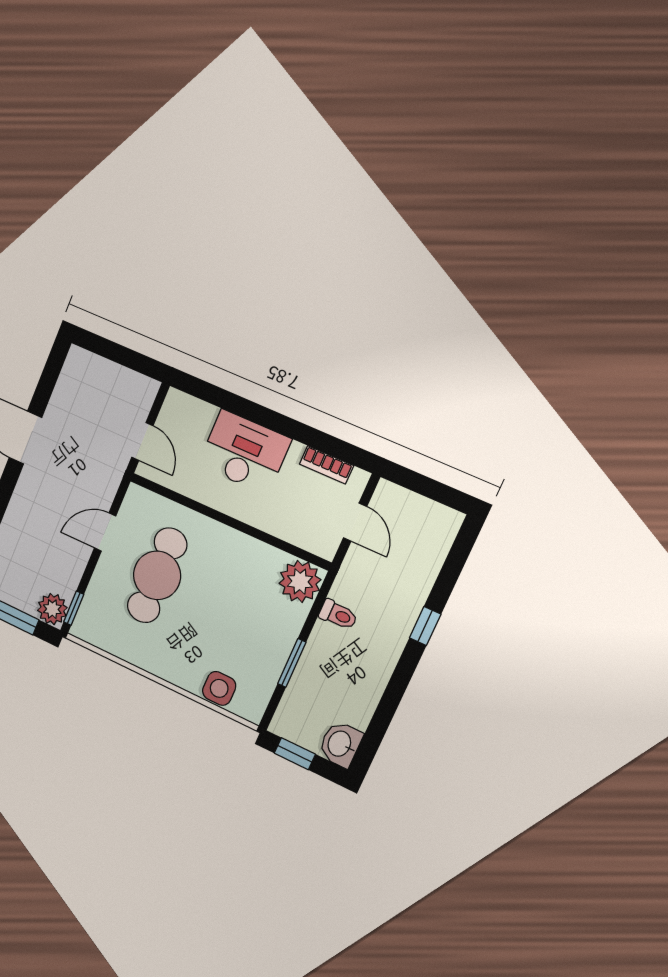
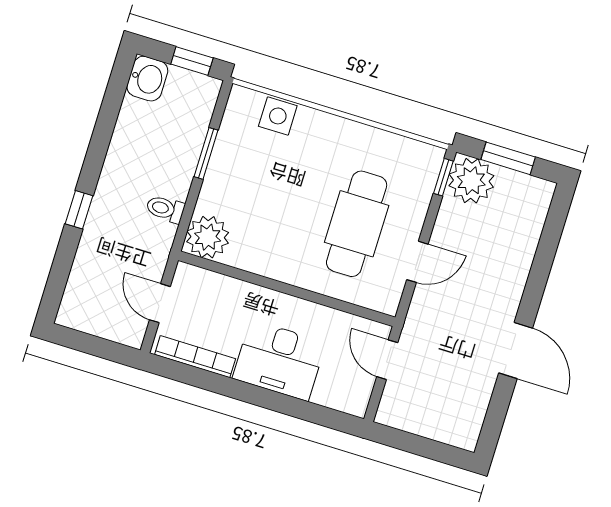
bookcase: (326, 465) -> (195, 357), width x1.56
plant: (52, 609) -> (471, 181), width x1.36, depth x1.36

